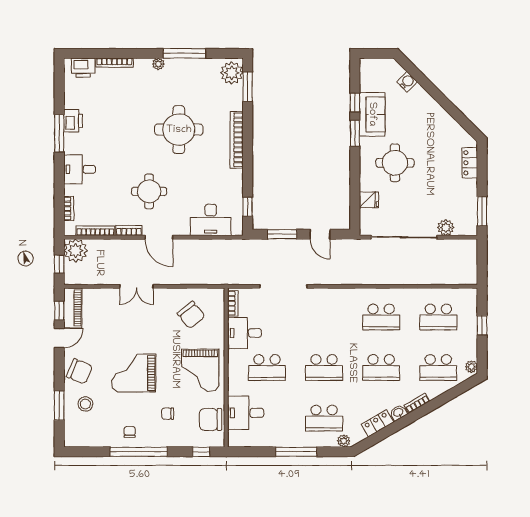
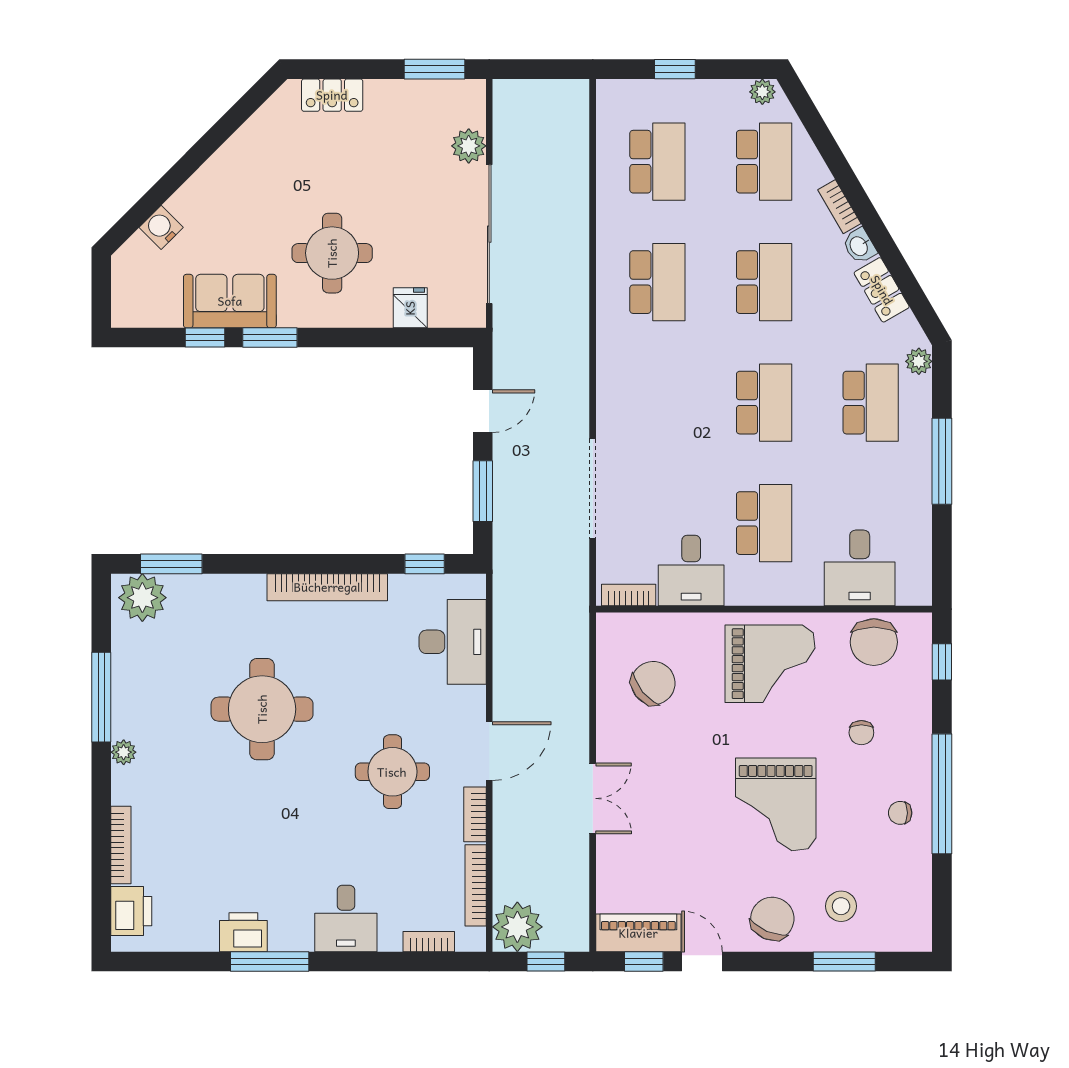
bookcase: (237, 140) -> (327, 587), moved

